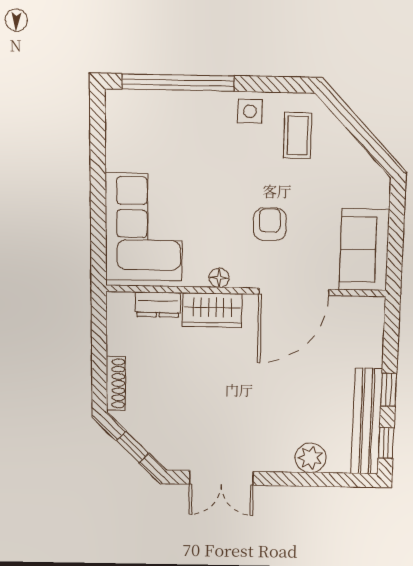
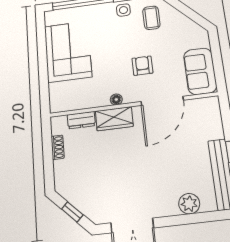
corner sofa: (144, 227) -> (68, 52), moved
shoe rack: (116, 383) -> (58, 147), moved, width x0.70

